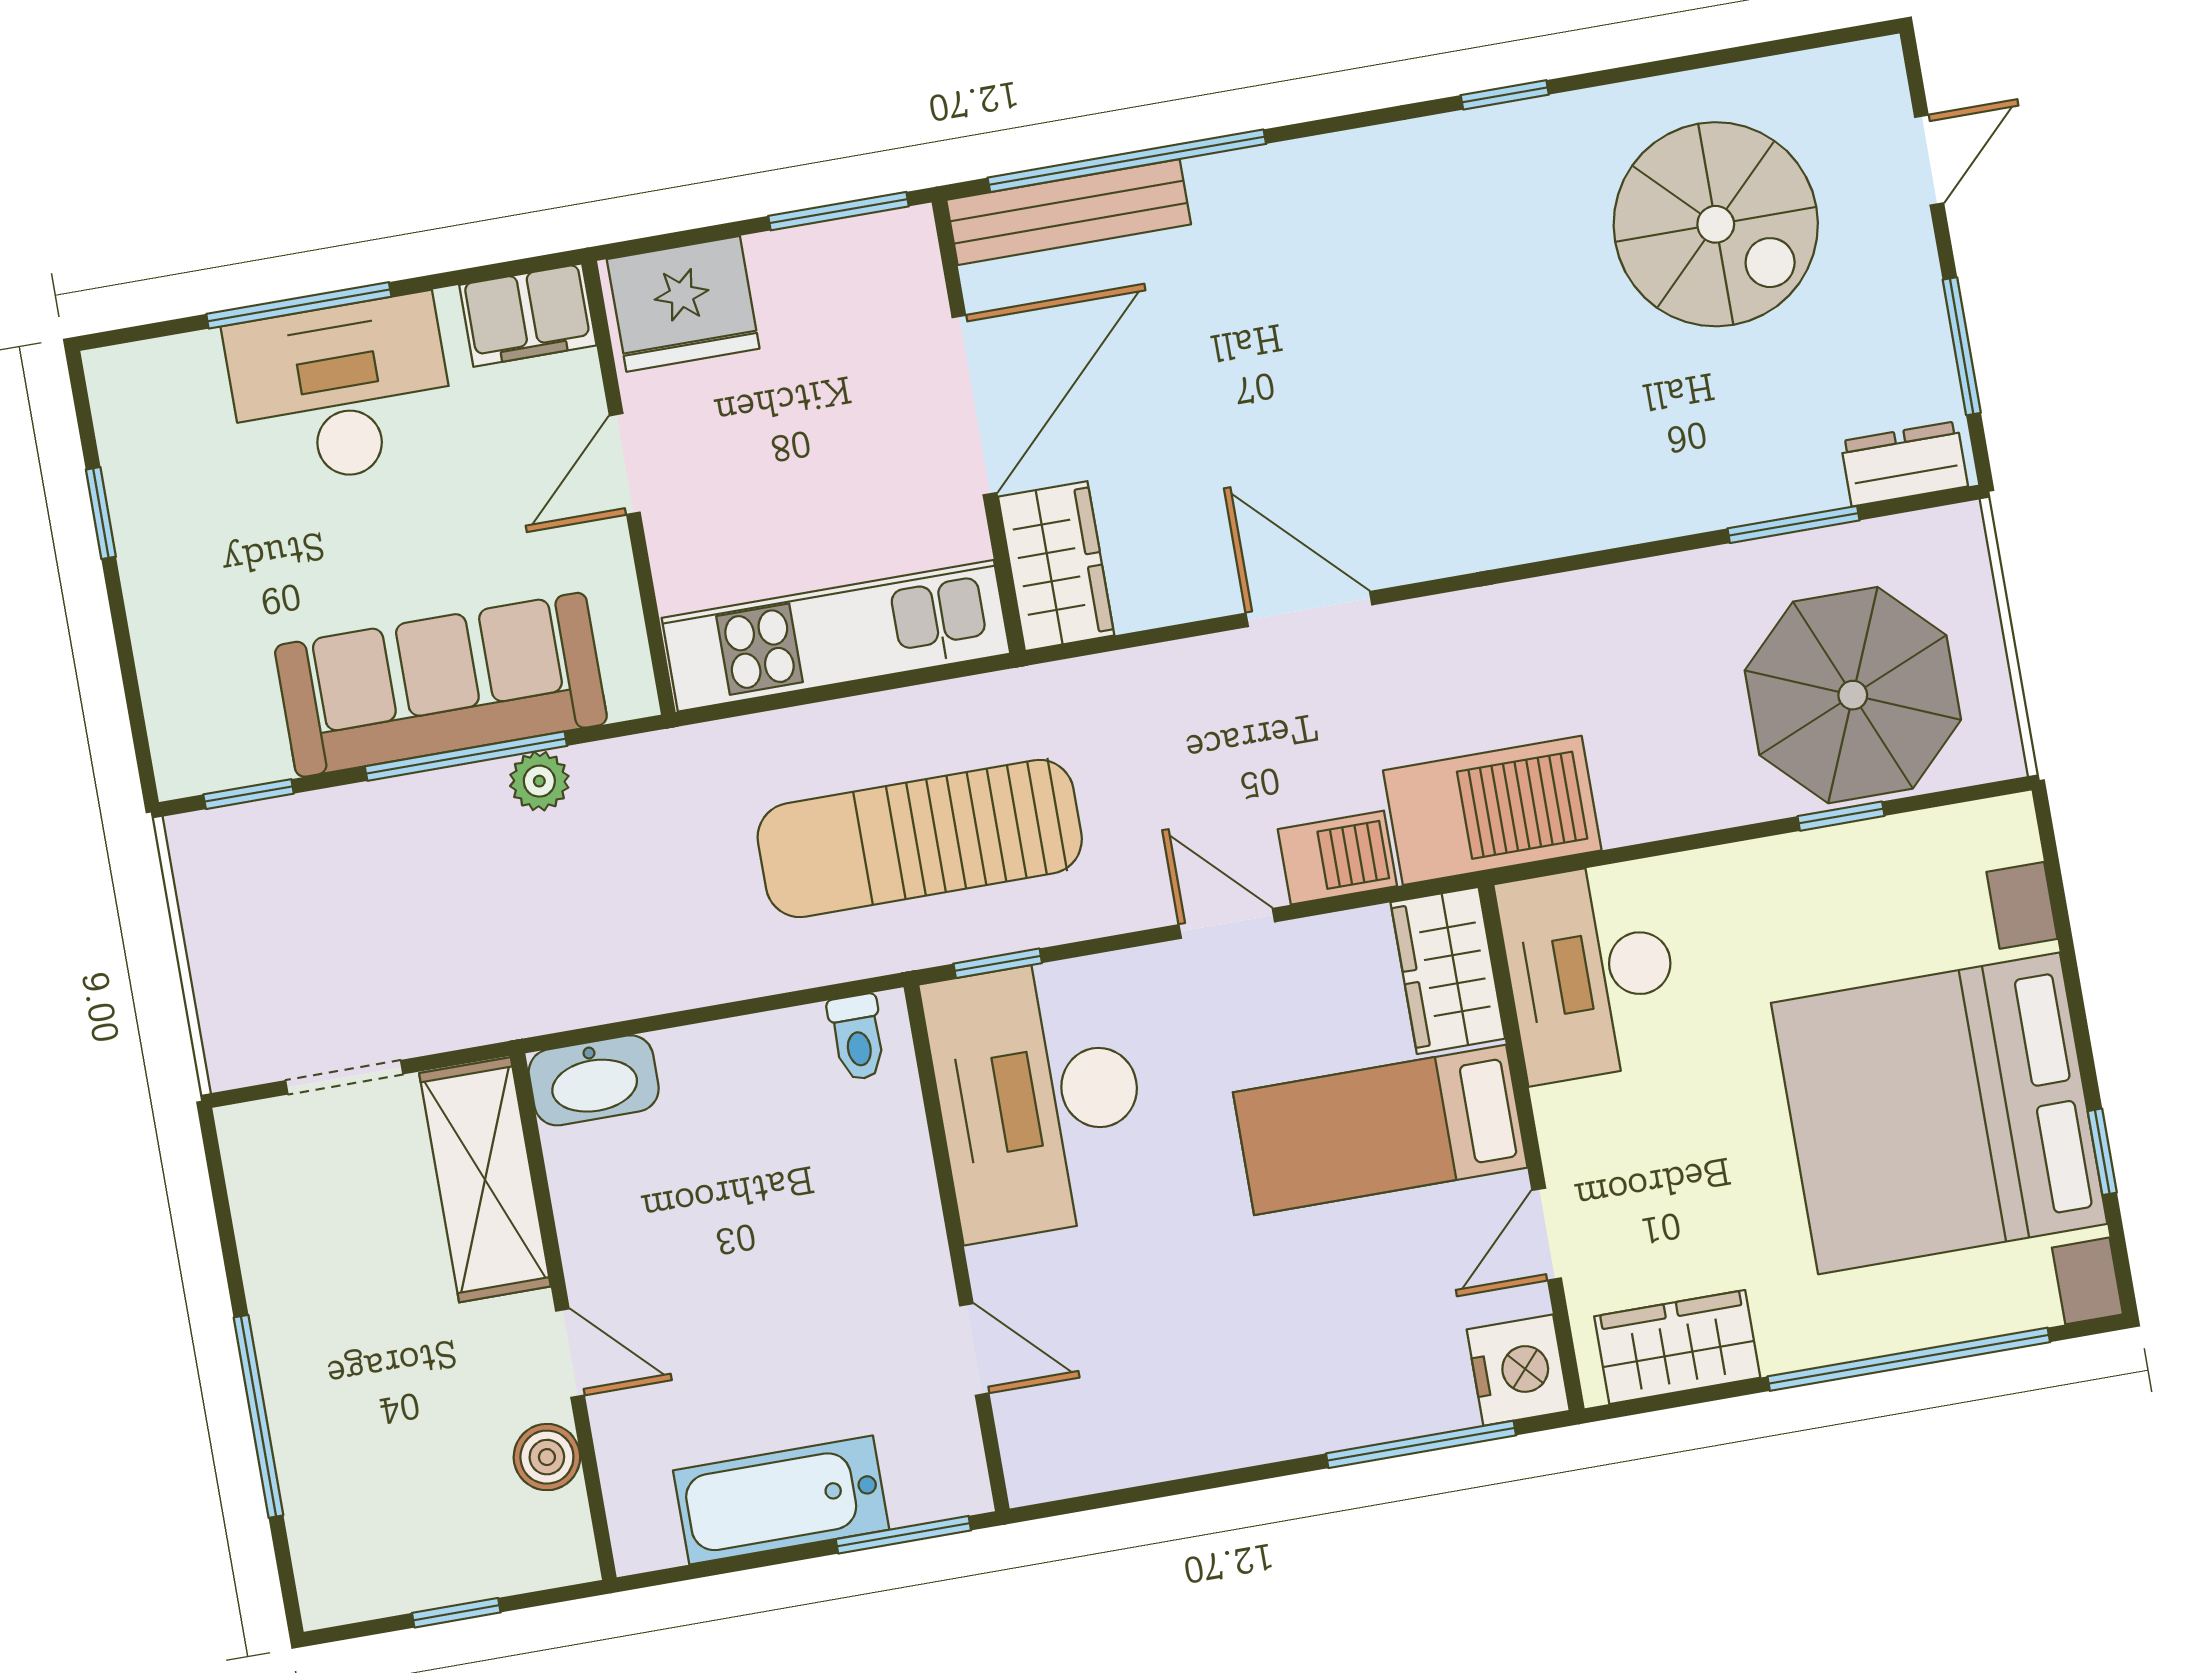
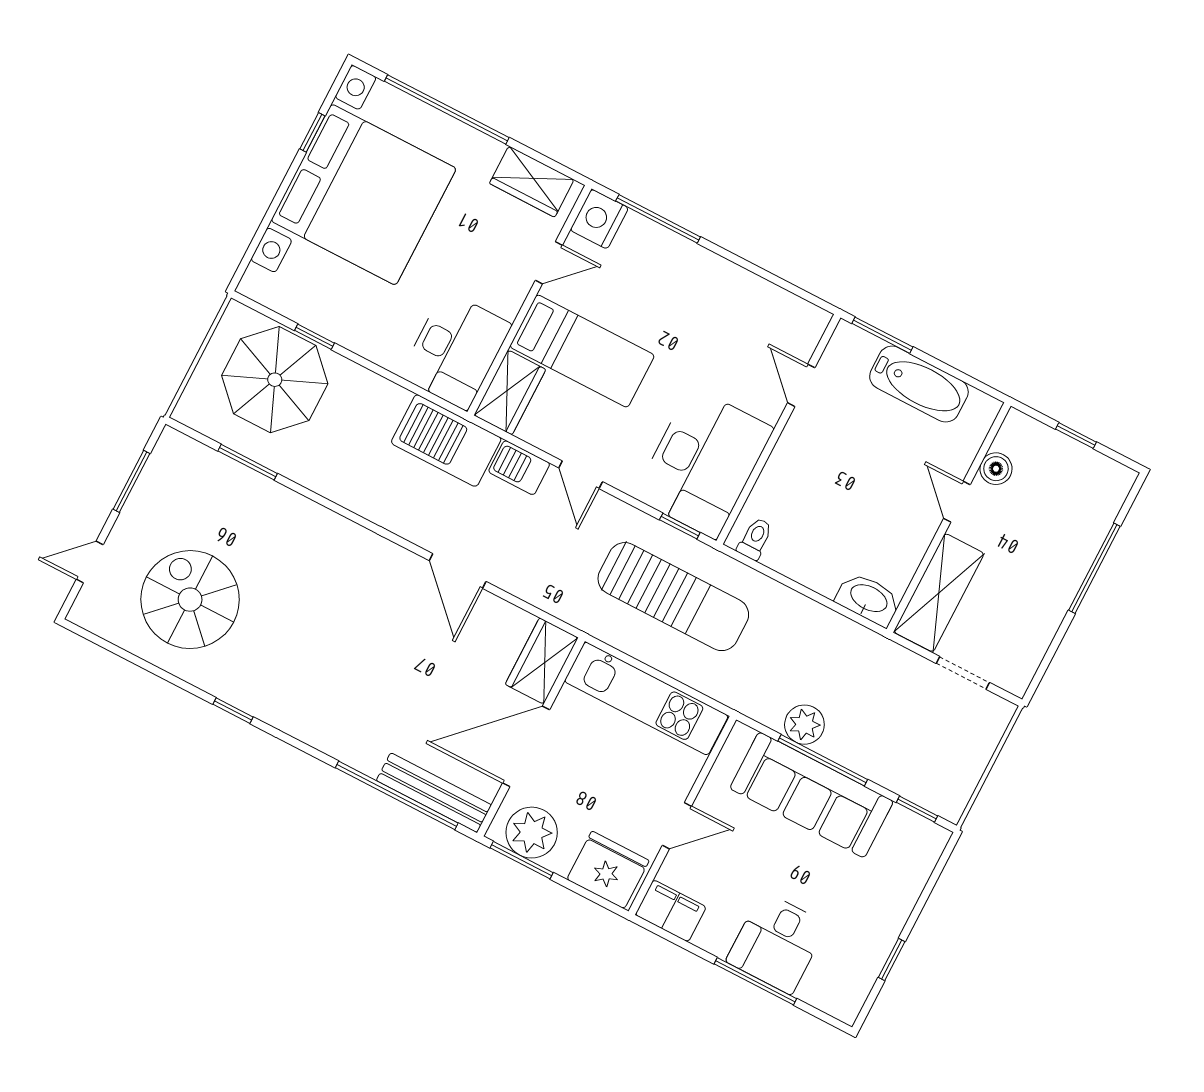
plant: (857, 269) -> (532, 833), added
desk: (341, 391) -> (777, 943), width x0.73
dresser: (1904, 464) -> (188, 453), removed
plant: (539, 781) -> (804, 725), width x1.38, depth x1.38

